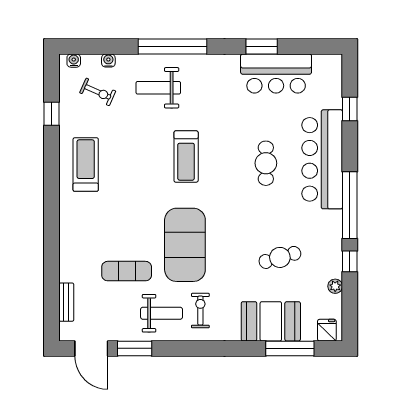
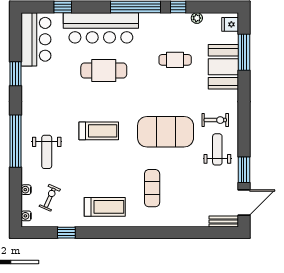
bar counter: (276, 74) -> (36, 39), moved
cafe table: (266, 163) -> (104, 71), width x1.37, depth x1.35
treadmill: (86, 165) -> (105, 207), turned 180
cafe table: (280, 257) -> (175, 60), turned -74
exercise mat: (127, 271) -> (152, 188), moved
bench: (66, 302) -> (224, 222), moved
exercise bike: (200, 311) -> (215, 120), turned 180

